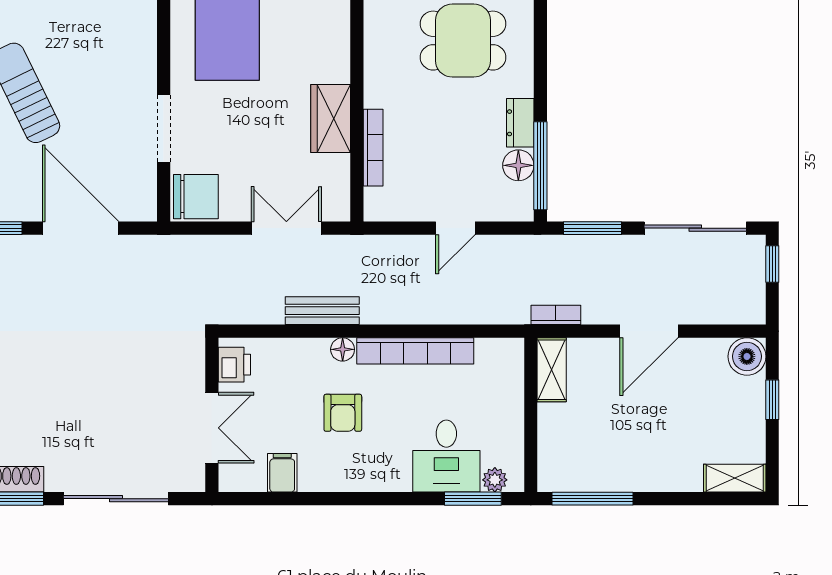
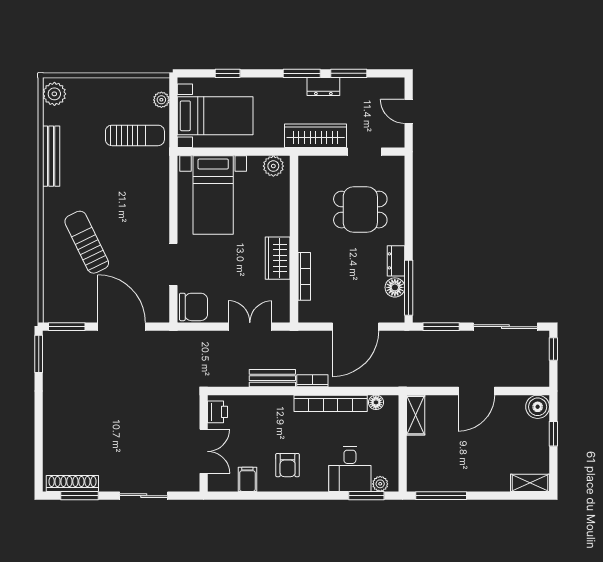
door: (455, 228) -> (356, 327), width x1.87
bookcase: (556, 315) -> (312, 381), moved
floor lamp: (343, 349) -> (376, 402), moved
armchair: (343, 413) -> (288, 465), moved
sliding door: (116, 499) -> (144, 496), width x0.73

